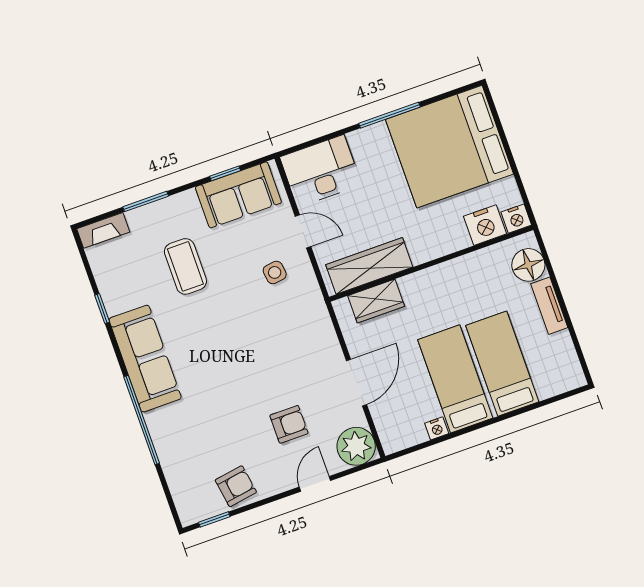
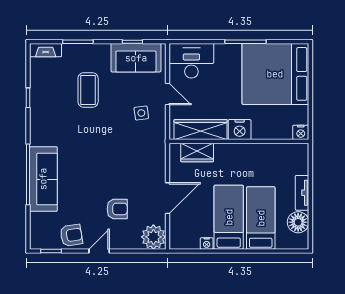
nightstand: (485, 225) -> (240, 130), moved
floor lamp: (528, 265) -> (298, 222), moved
sofa: (145, 359) -> (43, 179), moved
door: (315, 484) -> (99, 251), moved

